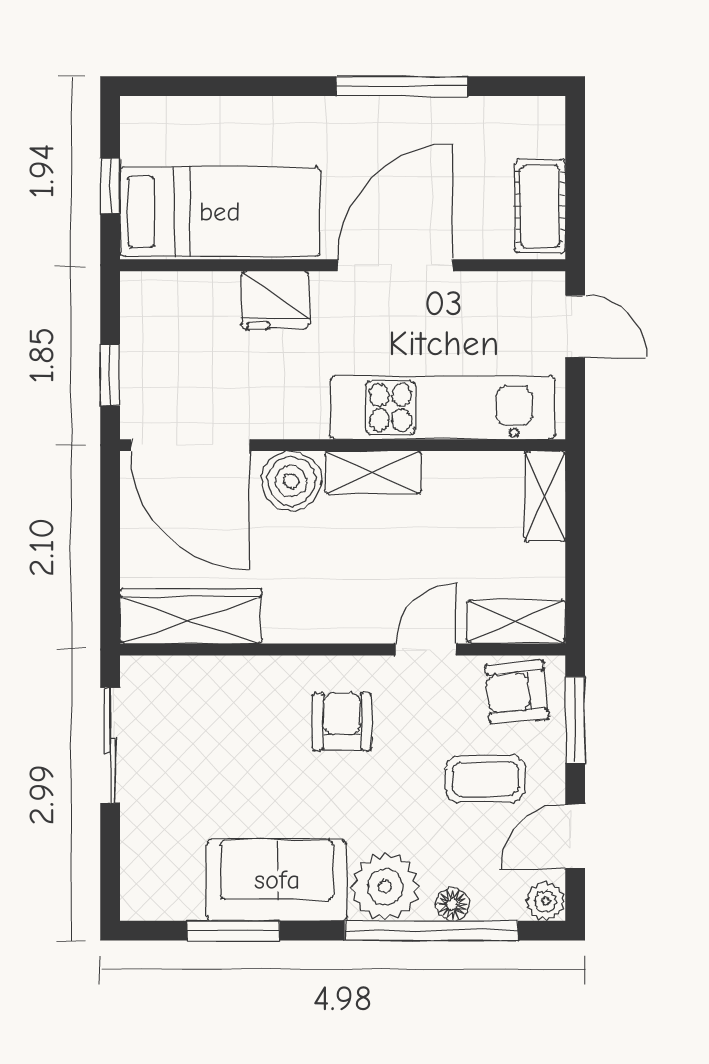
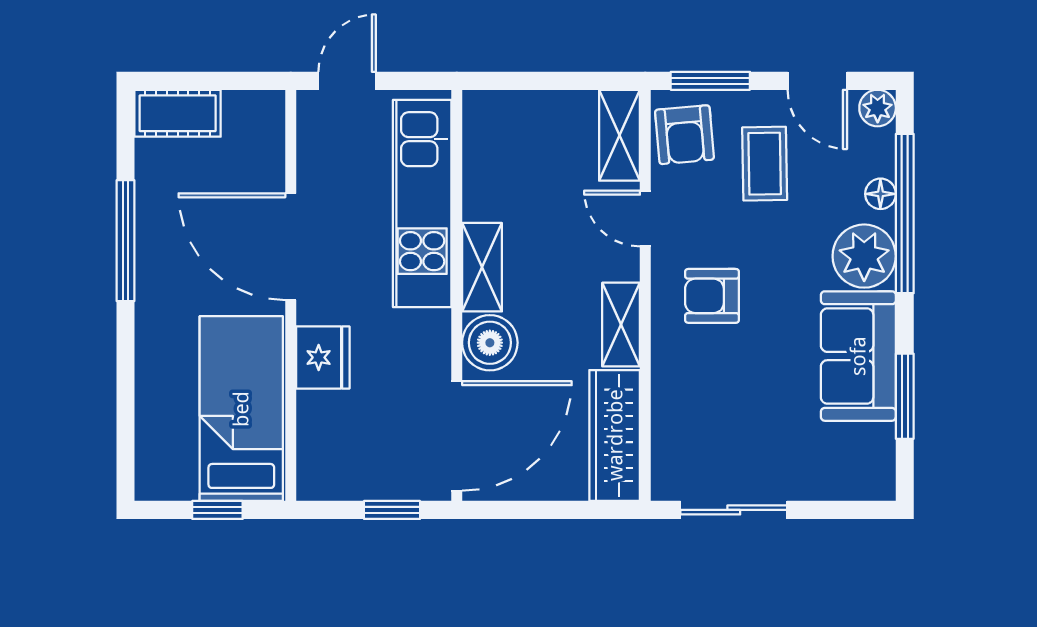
cot: (540, 206) -> (178, 113), moved
shelving: (545, 496) -> (621, 325), moved, turned 90

